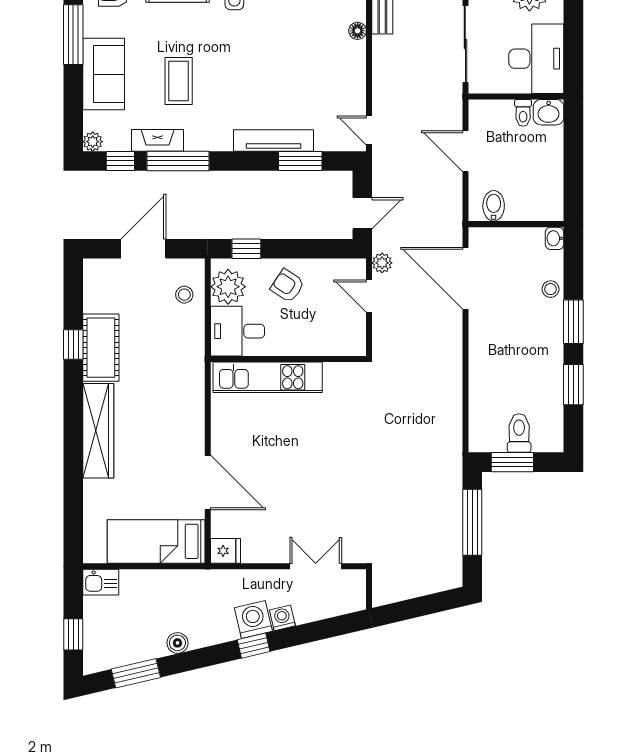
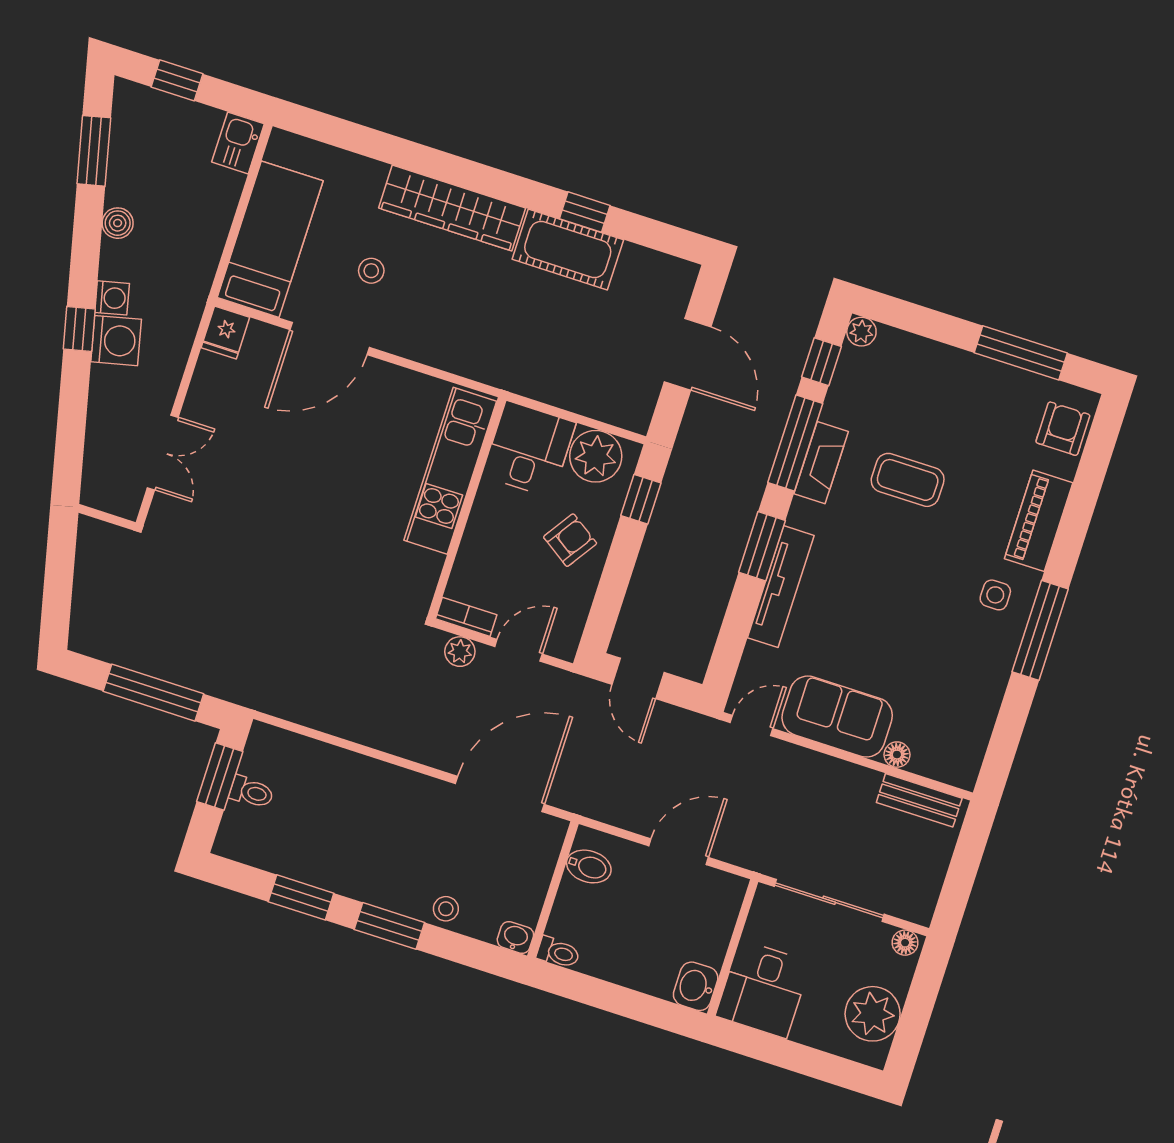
desk: (536, 59) -> (763, 989), width x0.73
sofa: (104, 74) -> (837, 717), moved, turned 180
toilet: (523, 113) -> (558, 953), moved, turned 180
fireplace: (158, 140) -> (821, 463), moved
window: (300, 161) -> (762, 546), moved
plant: (382, 263) -> (460, 652), moved
stool: (184, 295) -> (371, 271), moved
bookcase: (358, 337) -> (466, 617), added
toilet: (519, 433) -> (251, 792), width x0.73, depth x0.72
washing machine: (282, 618) -> (112, 298), moved

